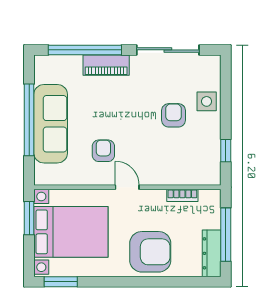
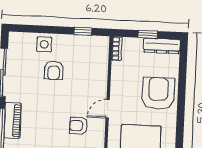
armchair: (174, 115) -> (54, 70), turned -90
bookcase: (182, 195) -> (117, 49), moved
window: (226, 235) -> (148, 34), width x0.46

